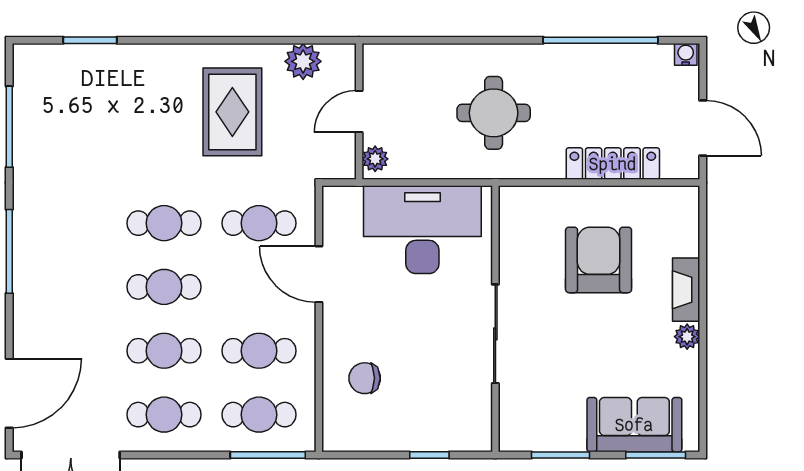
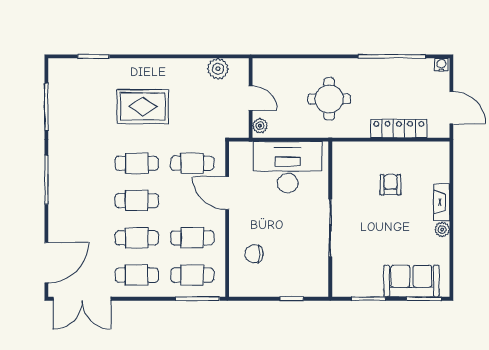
door: (359, 111) -> (251, 98), swing flipped
rug: (232, 112) -> (143, 107), moved, turned 90
armchair: (599, 260) -> (391, 185), width x0.53, depth x0.53

